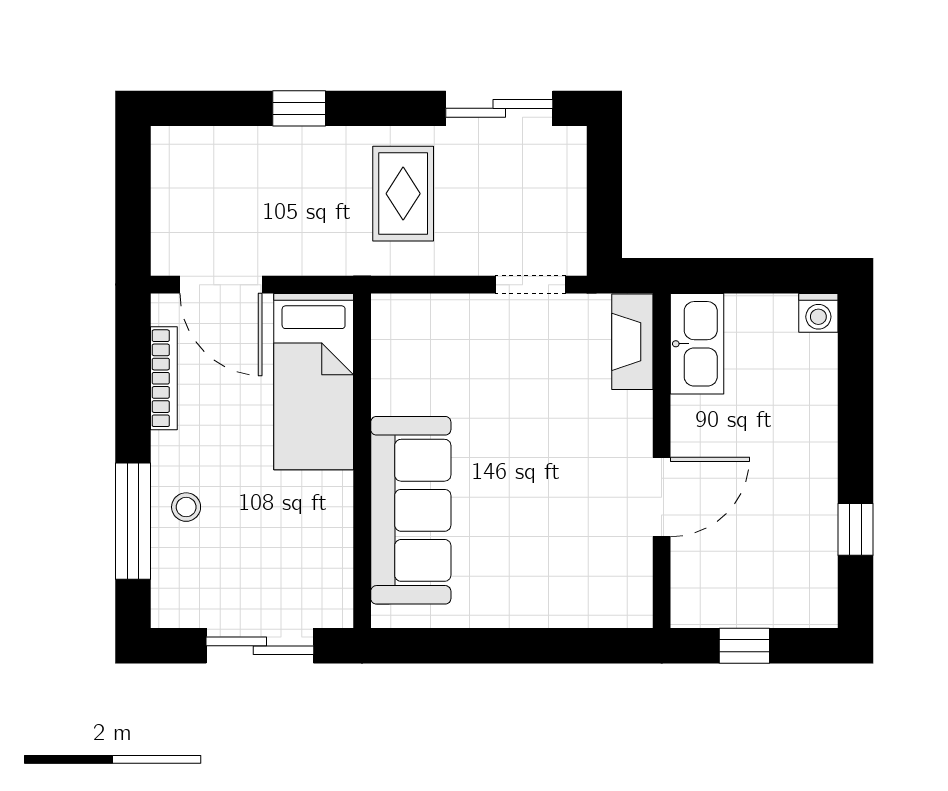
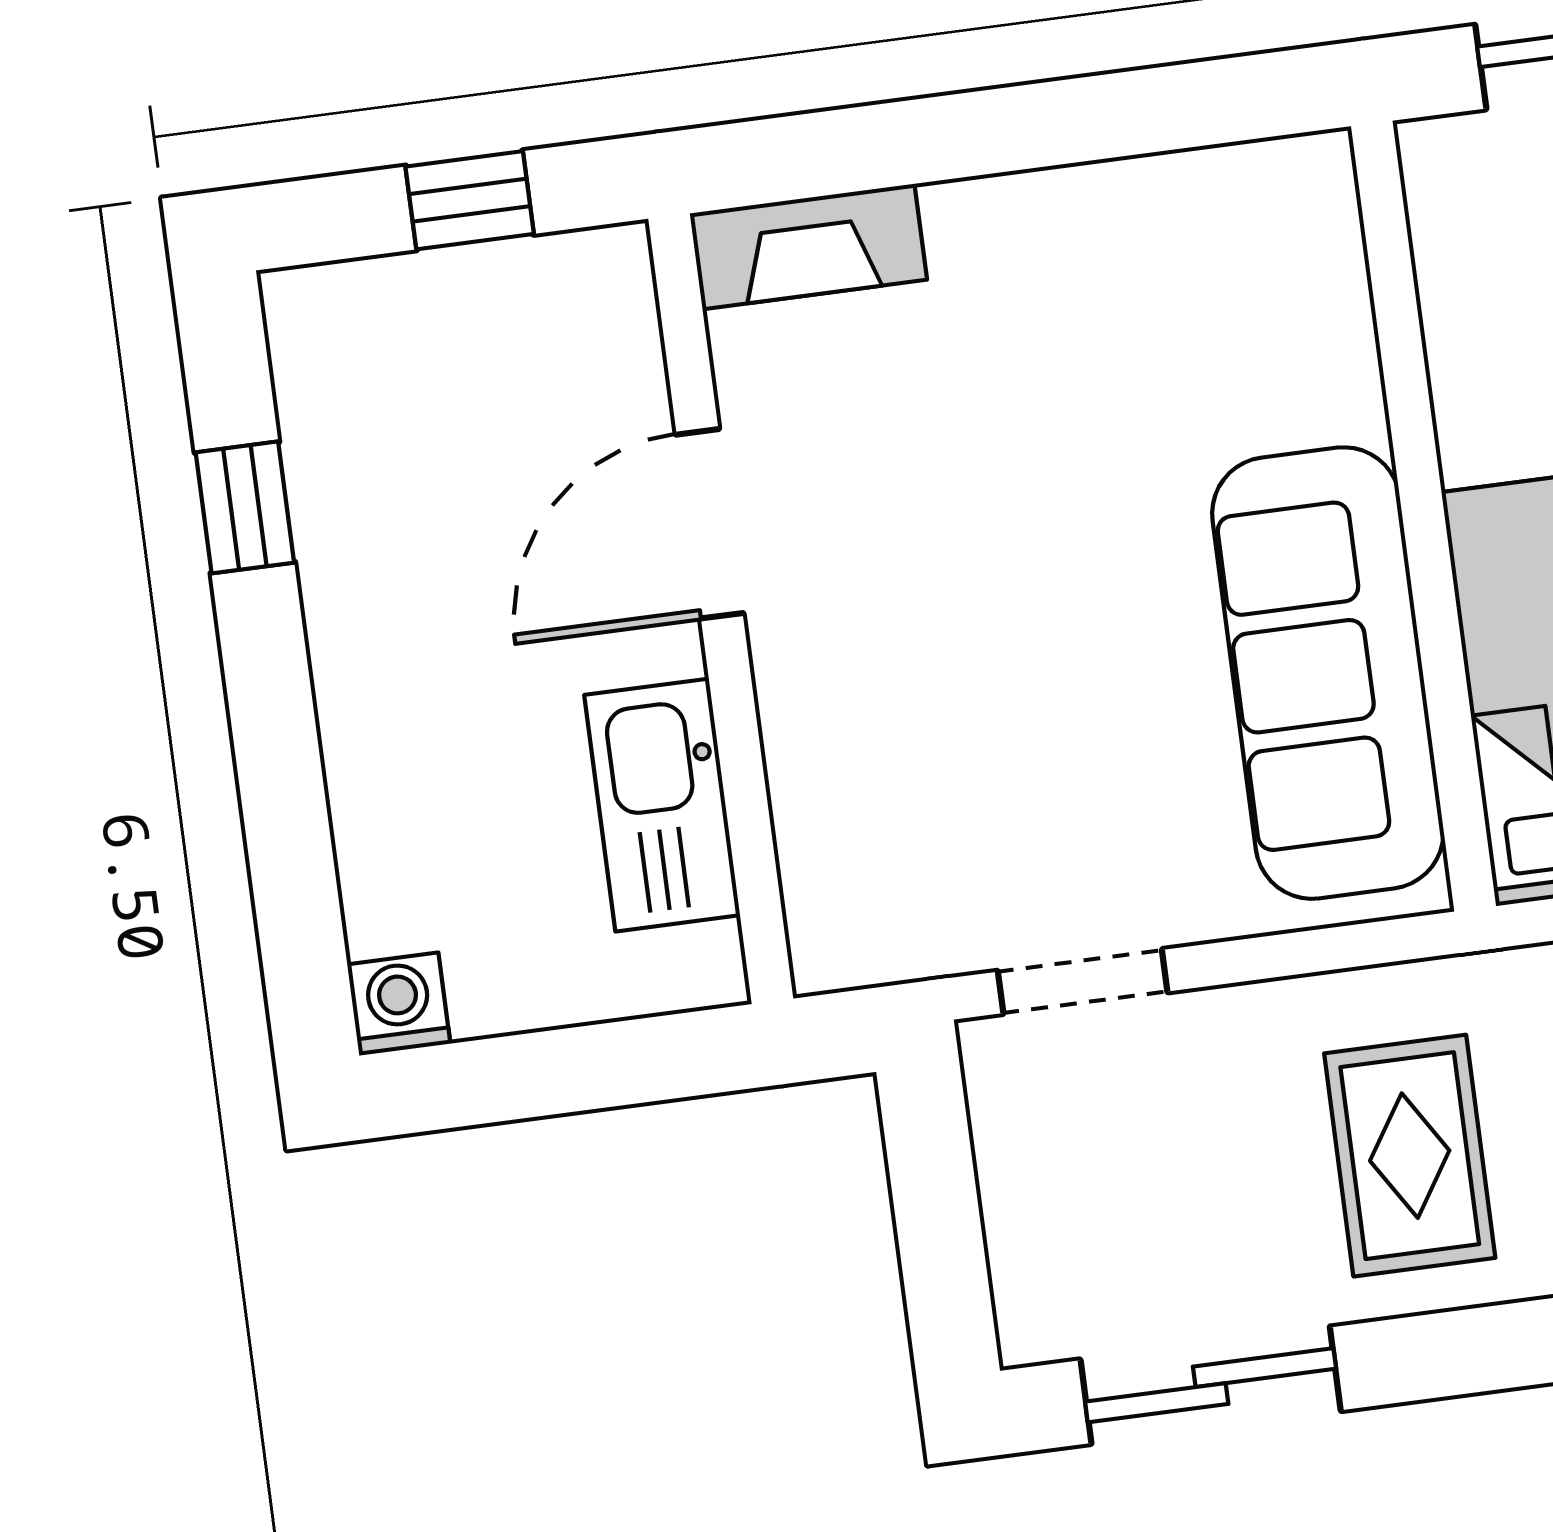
fireplace: (632, 342) -> (808, 246), moved, turned 90
kitchen sink: (697, 344) -> (662, 805), moved
sofa: (411, 510) -> (1328, 673), moved

